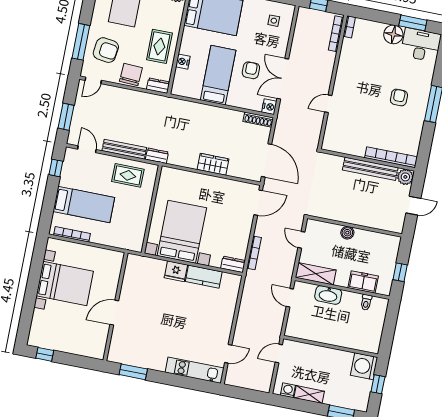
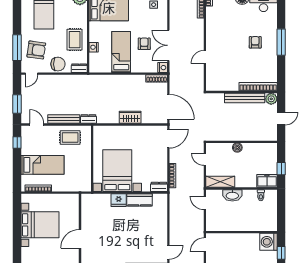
chair: (131, 75) -> (58, 64), turned 87
freezer: (363, 282) -> (267, 181), moved

